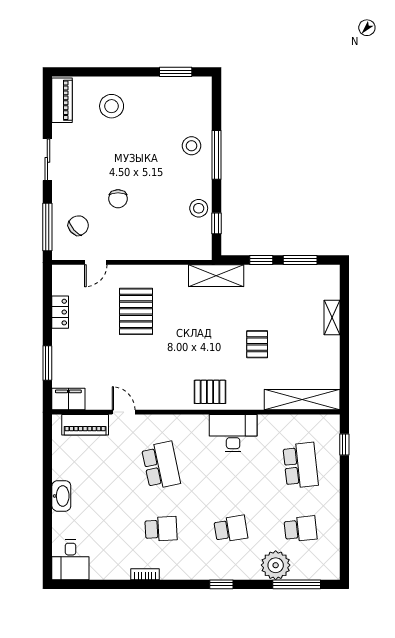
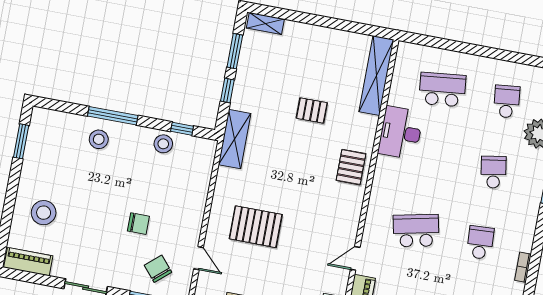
shelving: (332, 318) -> (265, 24), moved
desk: (233, 433) -> (401, 133), moved
window: (344, 445) -> (430, 41), removed

